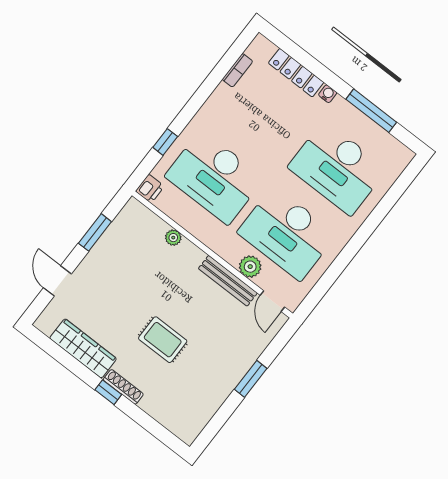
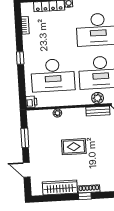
window: (165, 142) -> (20, 58), moved
bench: (228, 281) -> (98, 111), width x0.73
rug: (163, 340) -> (74, 147), moved

